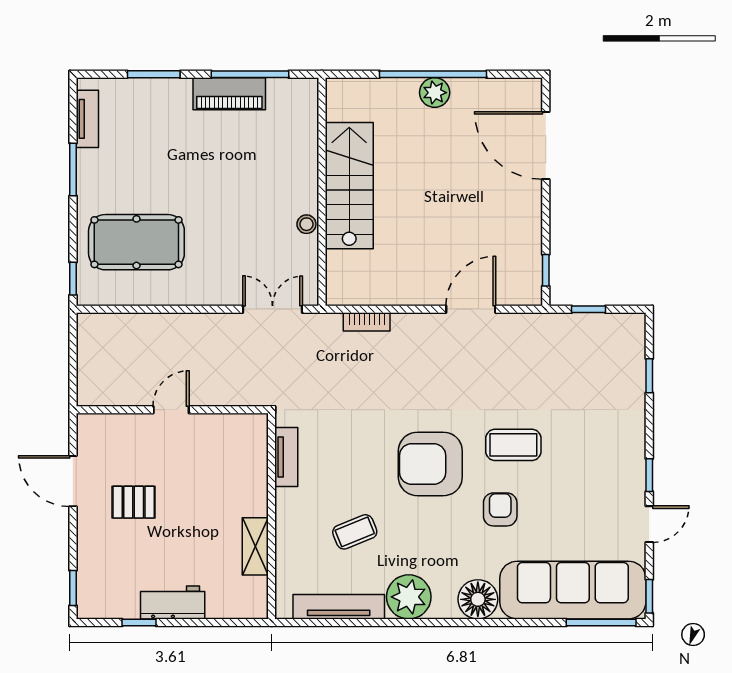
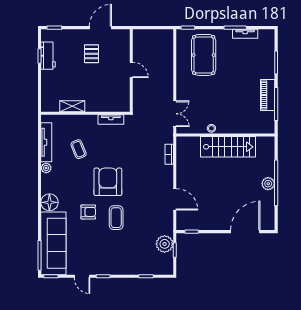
tv unit: (87, 119) -> (245, 34), moved
plant: (574, 333) -> (165, 244), added
plant: (409, 597) -> (46, 168), width x0.53, depth x0.53
workbench: (173, 603) -> (48, 56), moved

